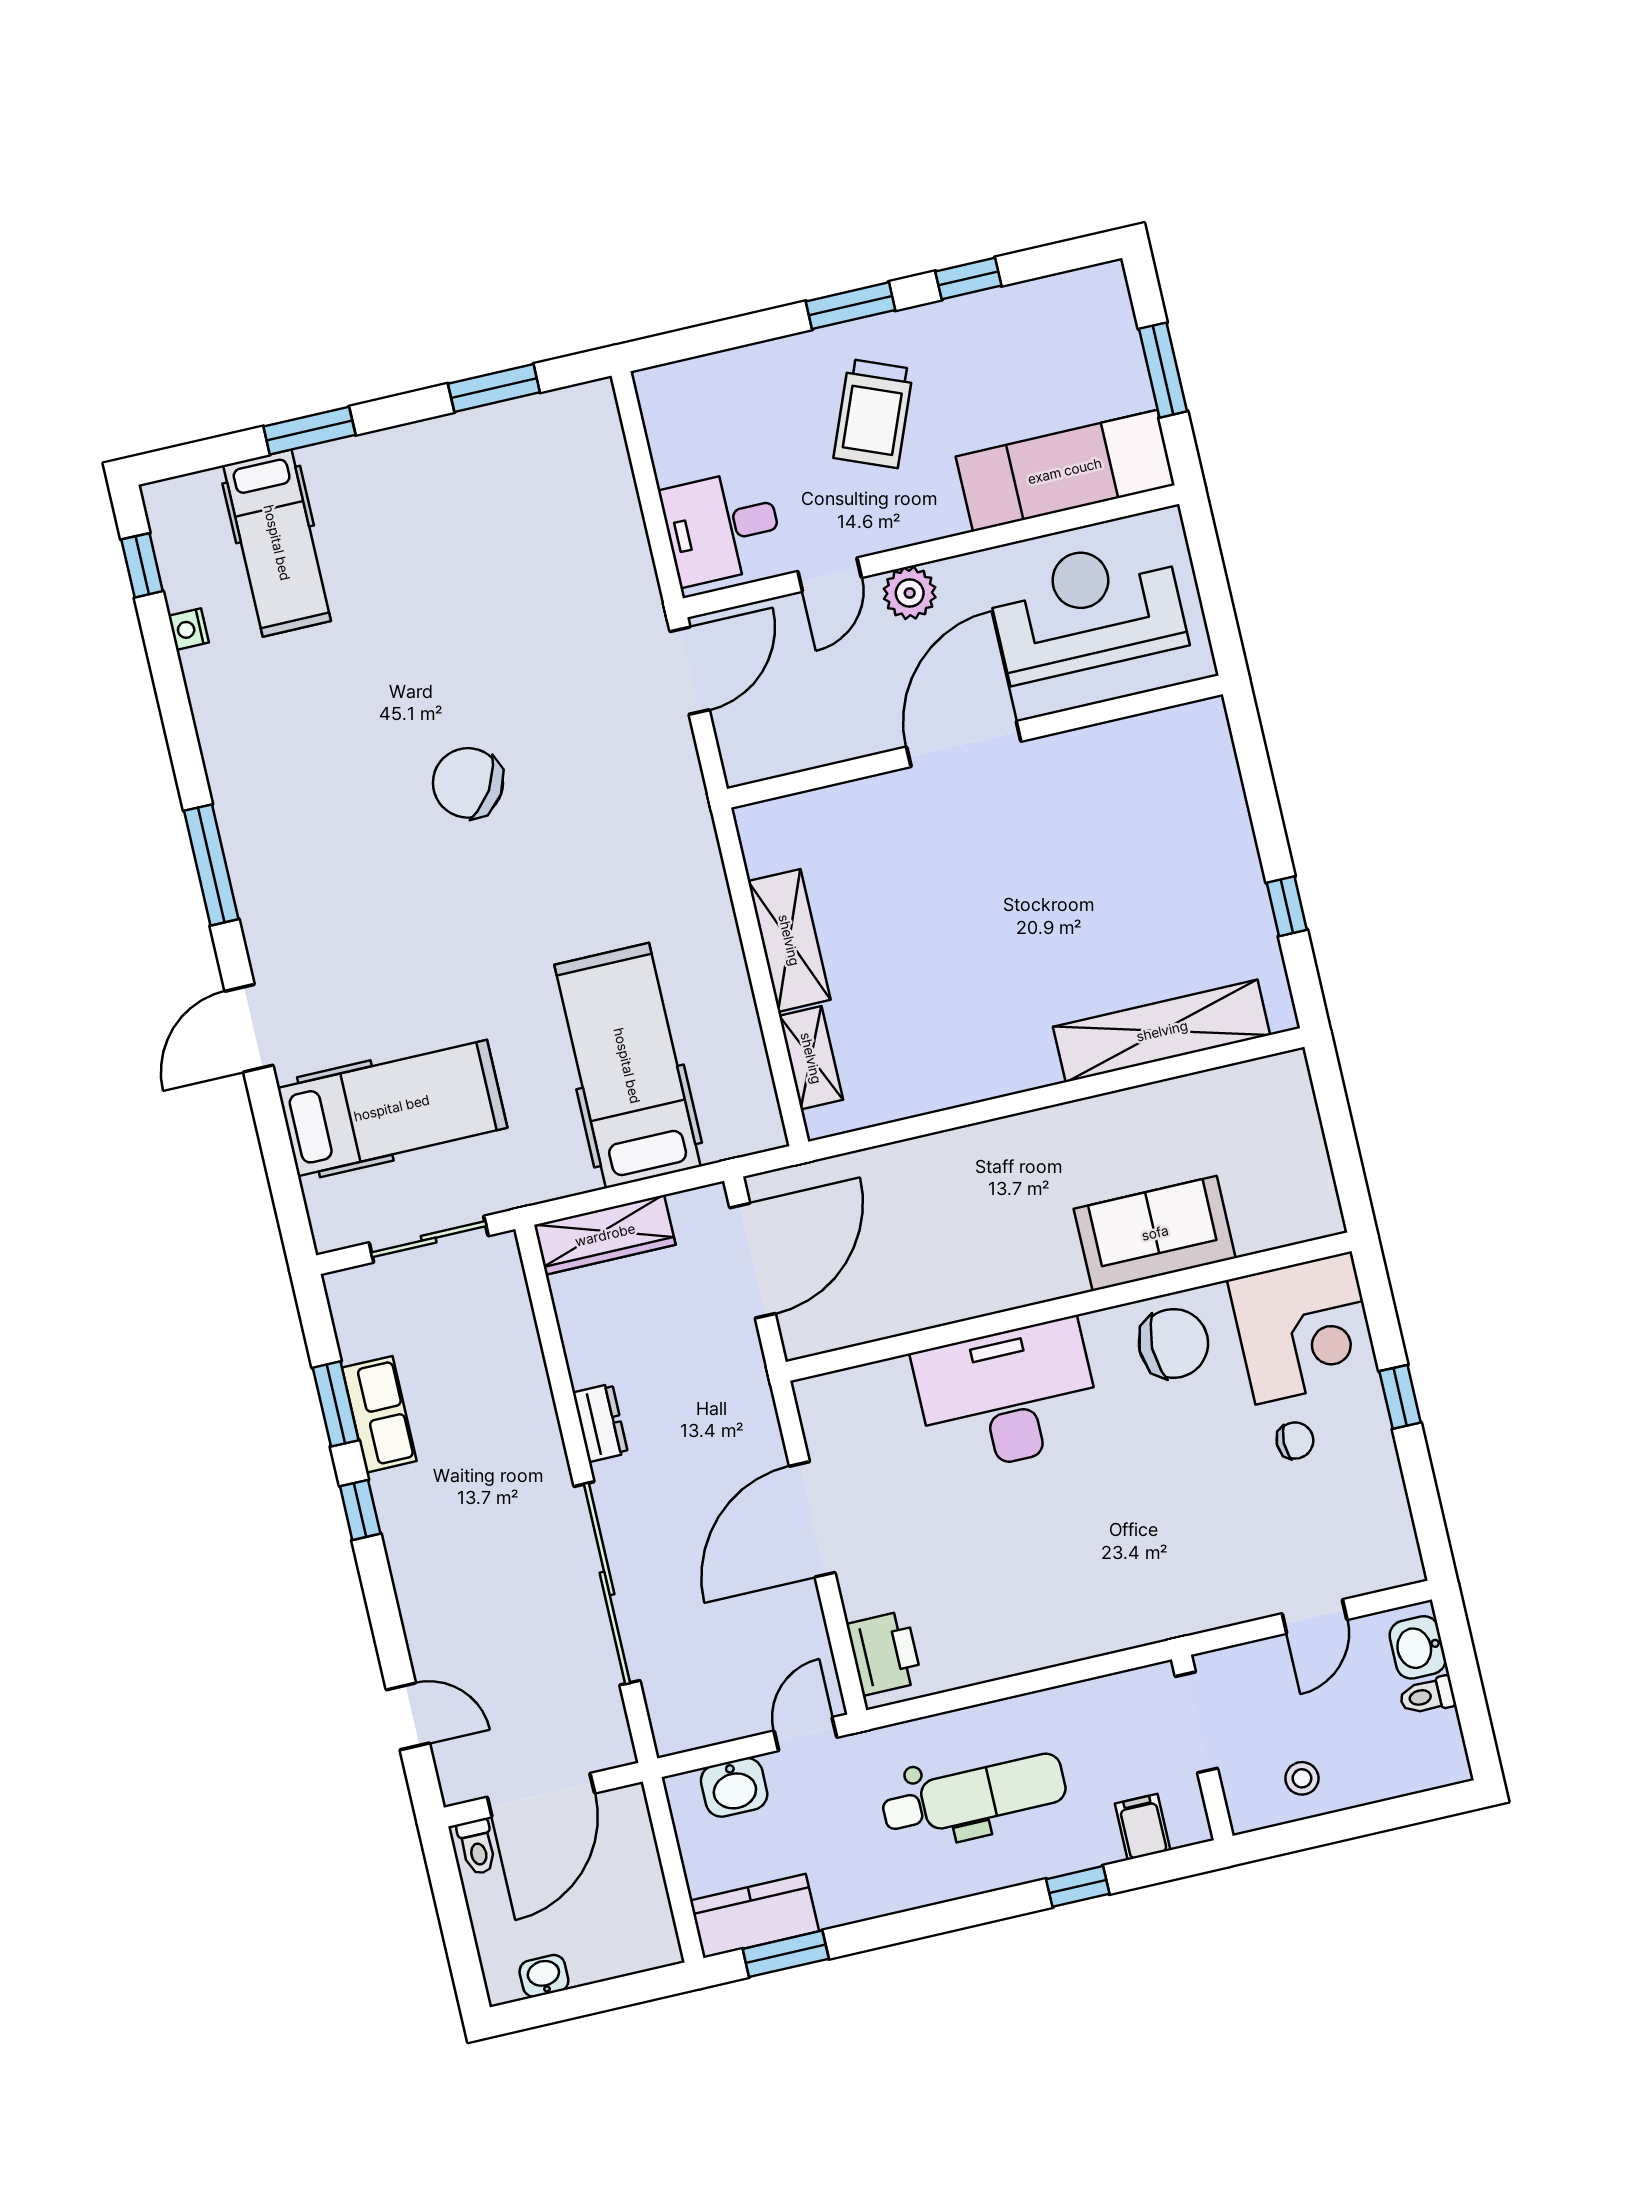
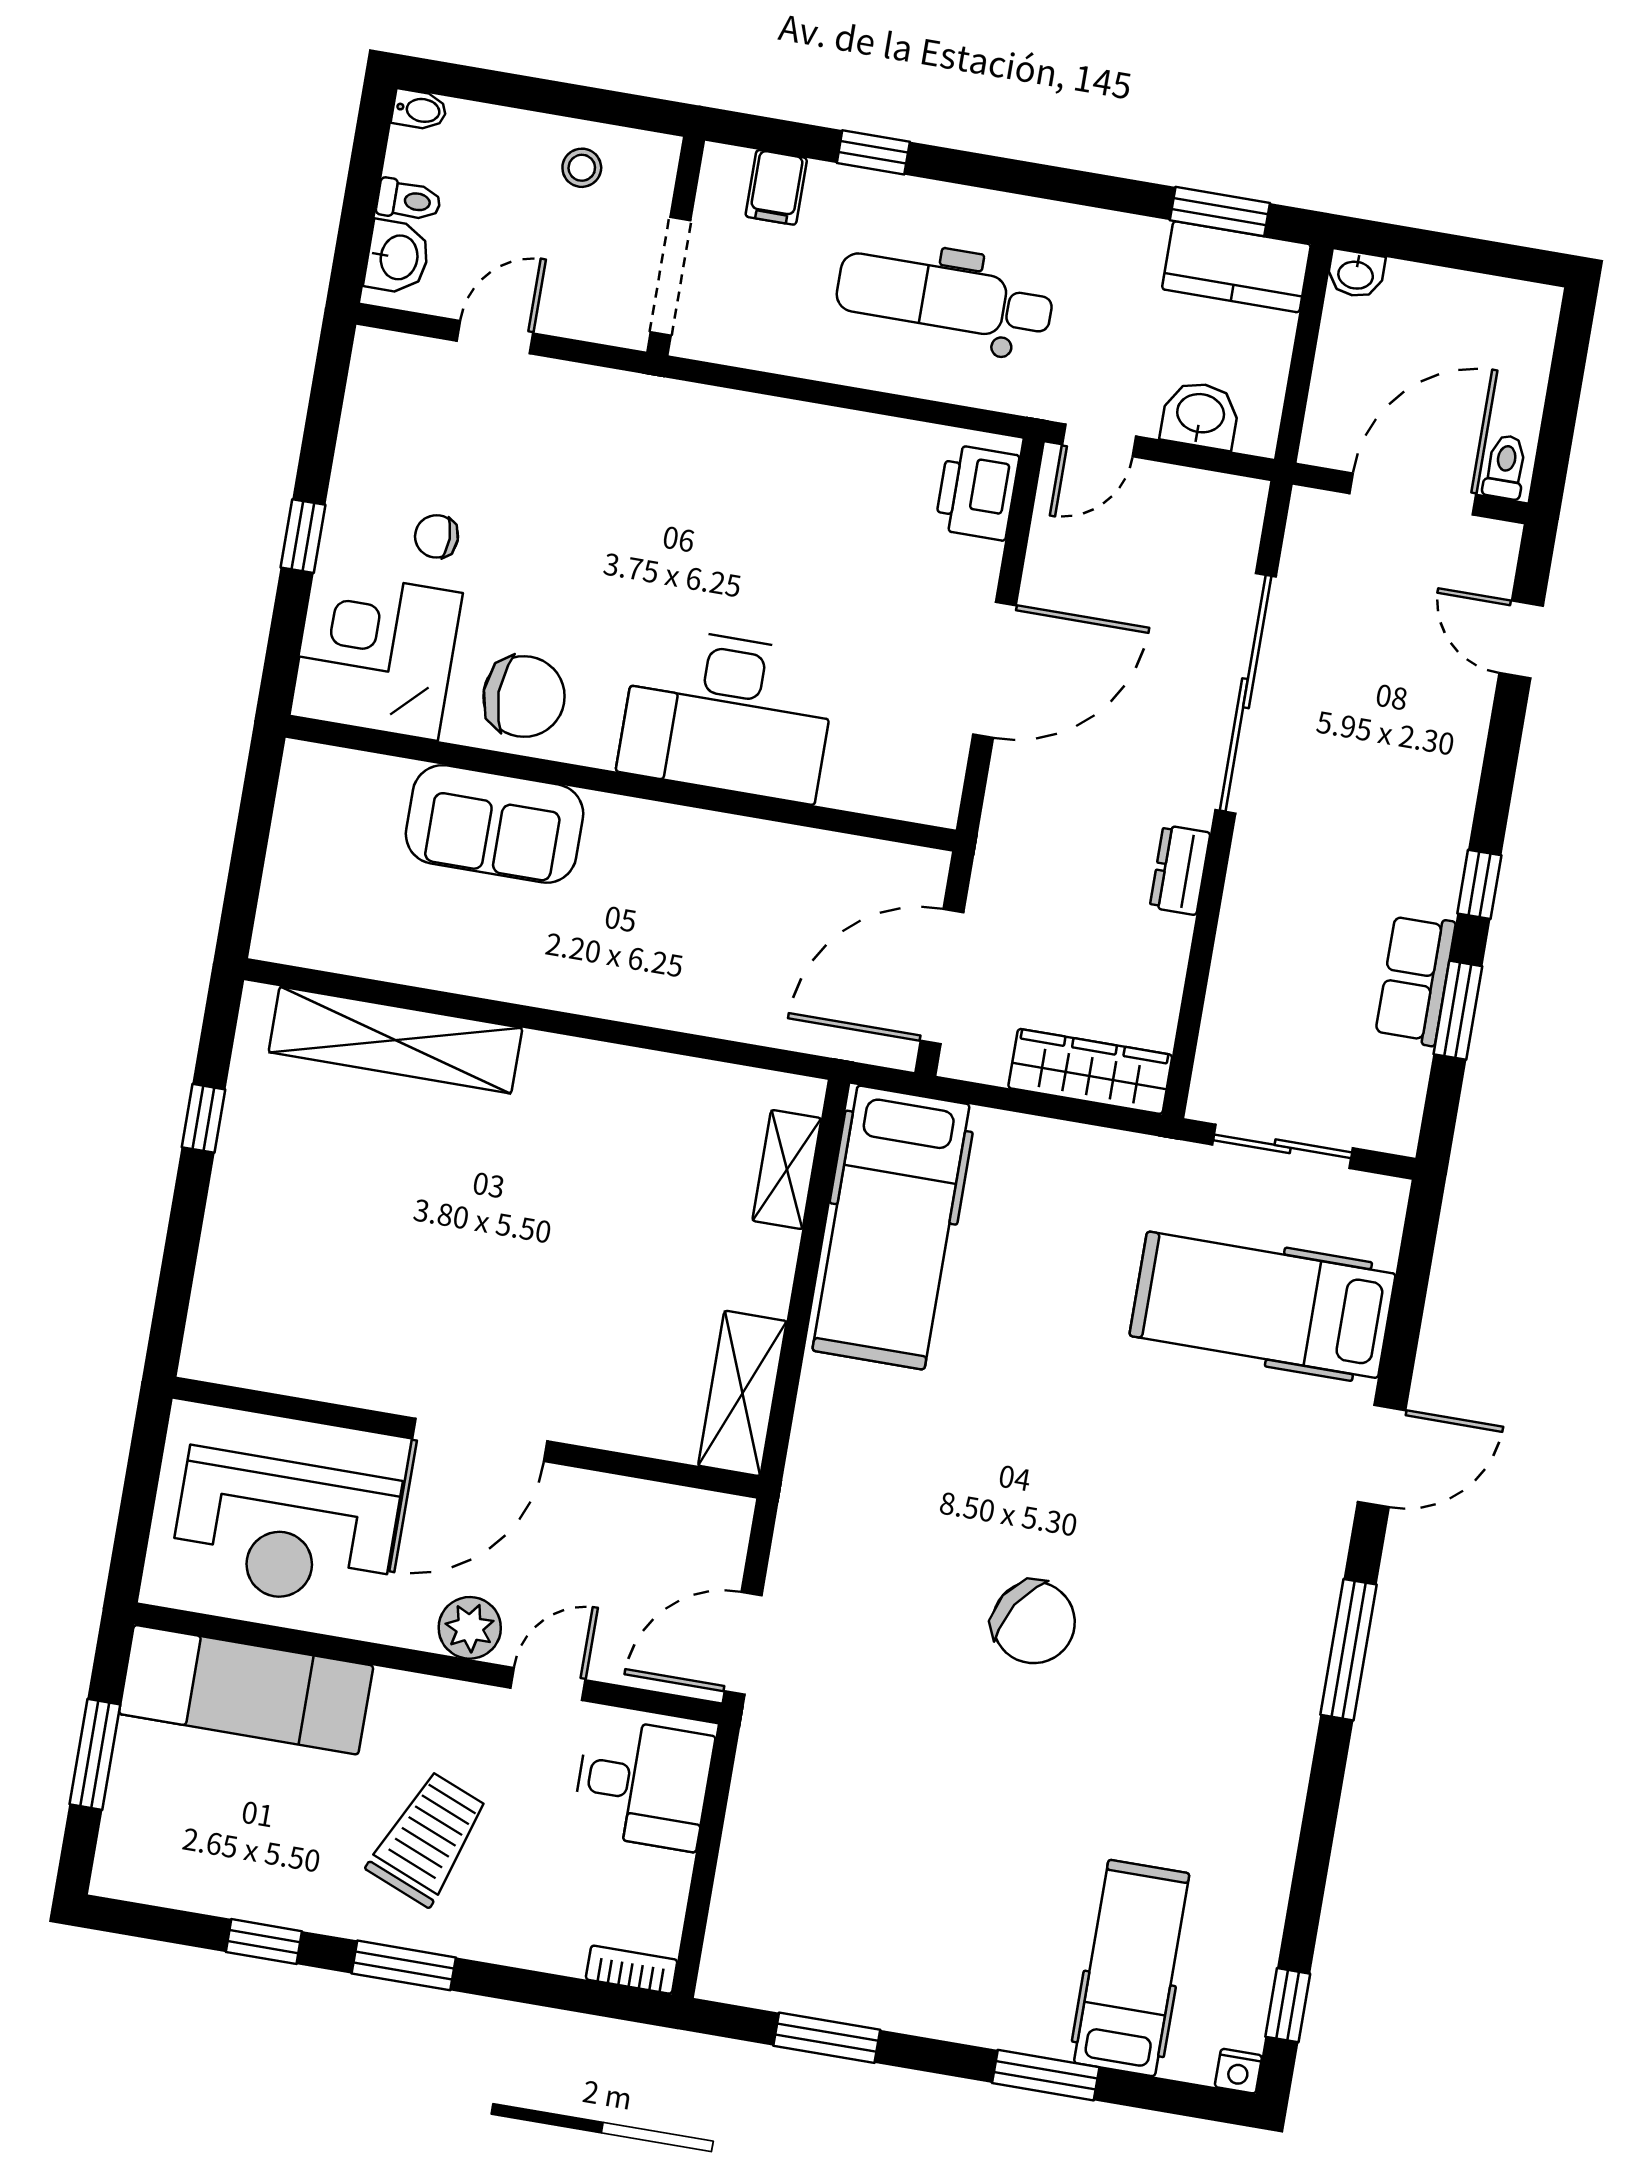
bookcase: (670, 377) -> (632, 1970), added
nightstand: (189, 629) -> (1238, 2071), moved, turned 90
shelving: (789, 940) -> (742, 1393), moved
hospital bed: (627, 1066) -> (891, 1227), moved
chair: (1173, 1343) -> (524, 696), turned 180
bidet: (1449, 1771) -> (419, 110), added
washbasin: (544, 1976) -> (1356, 274), moved

